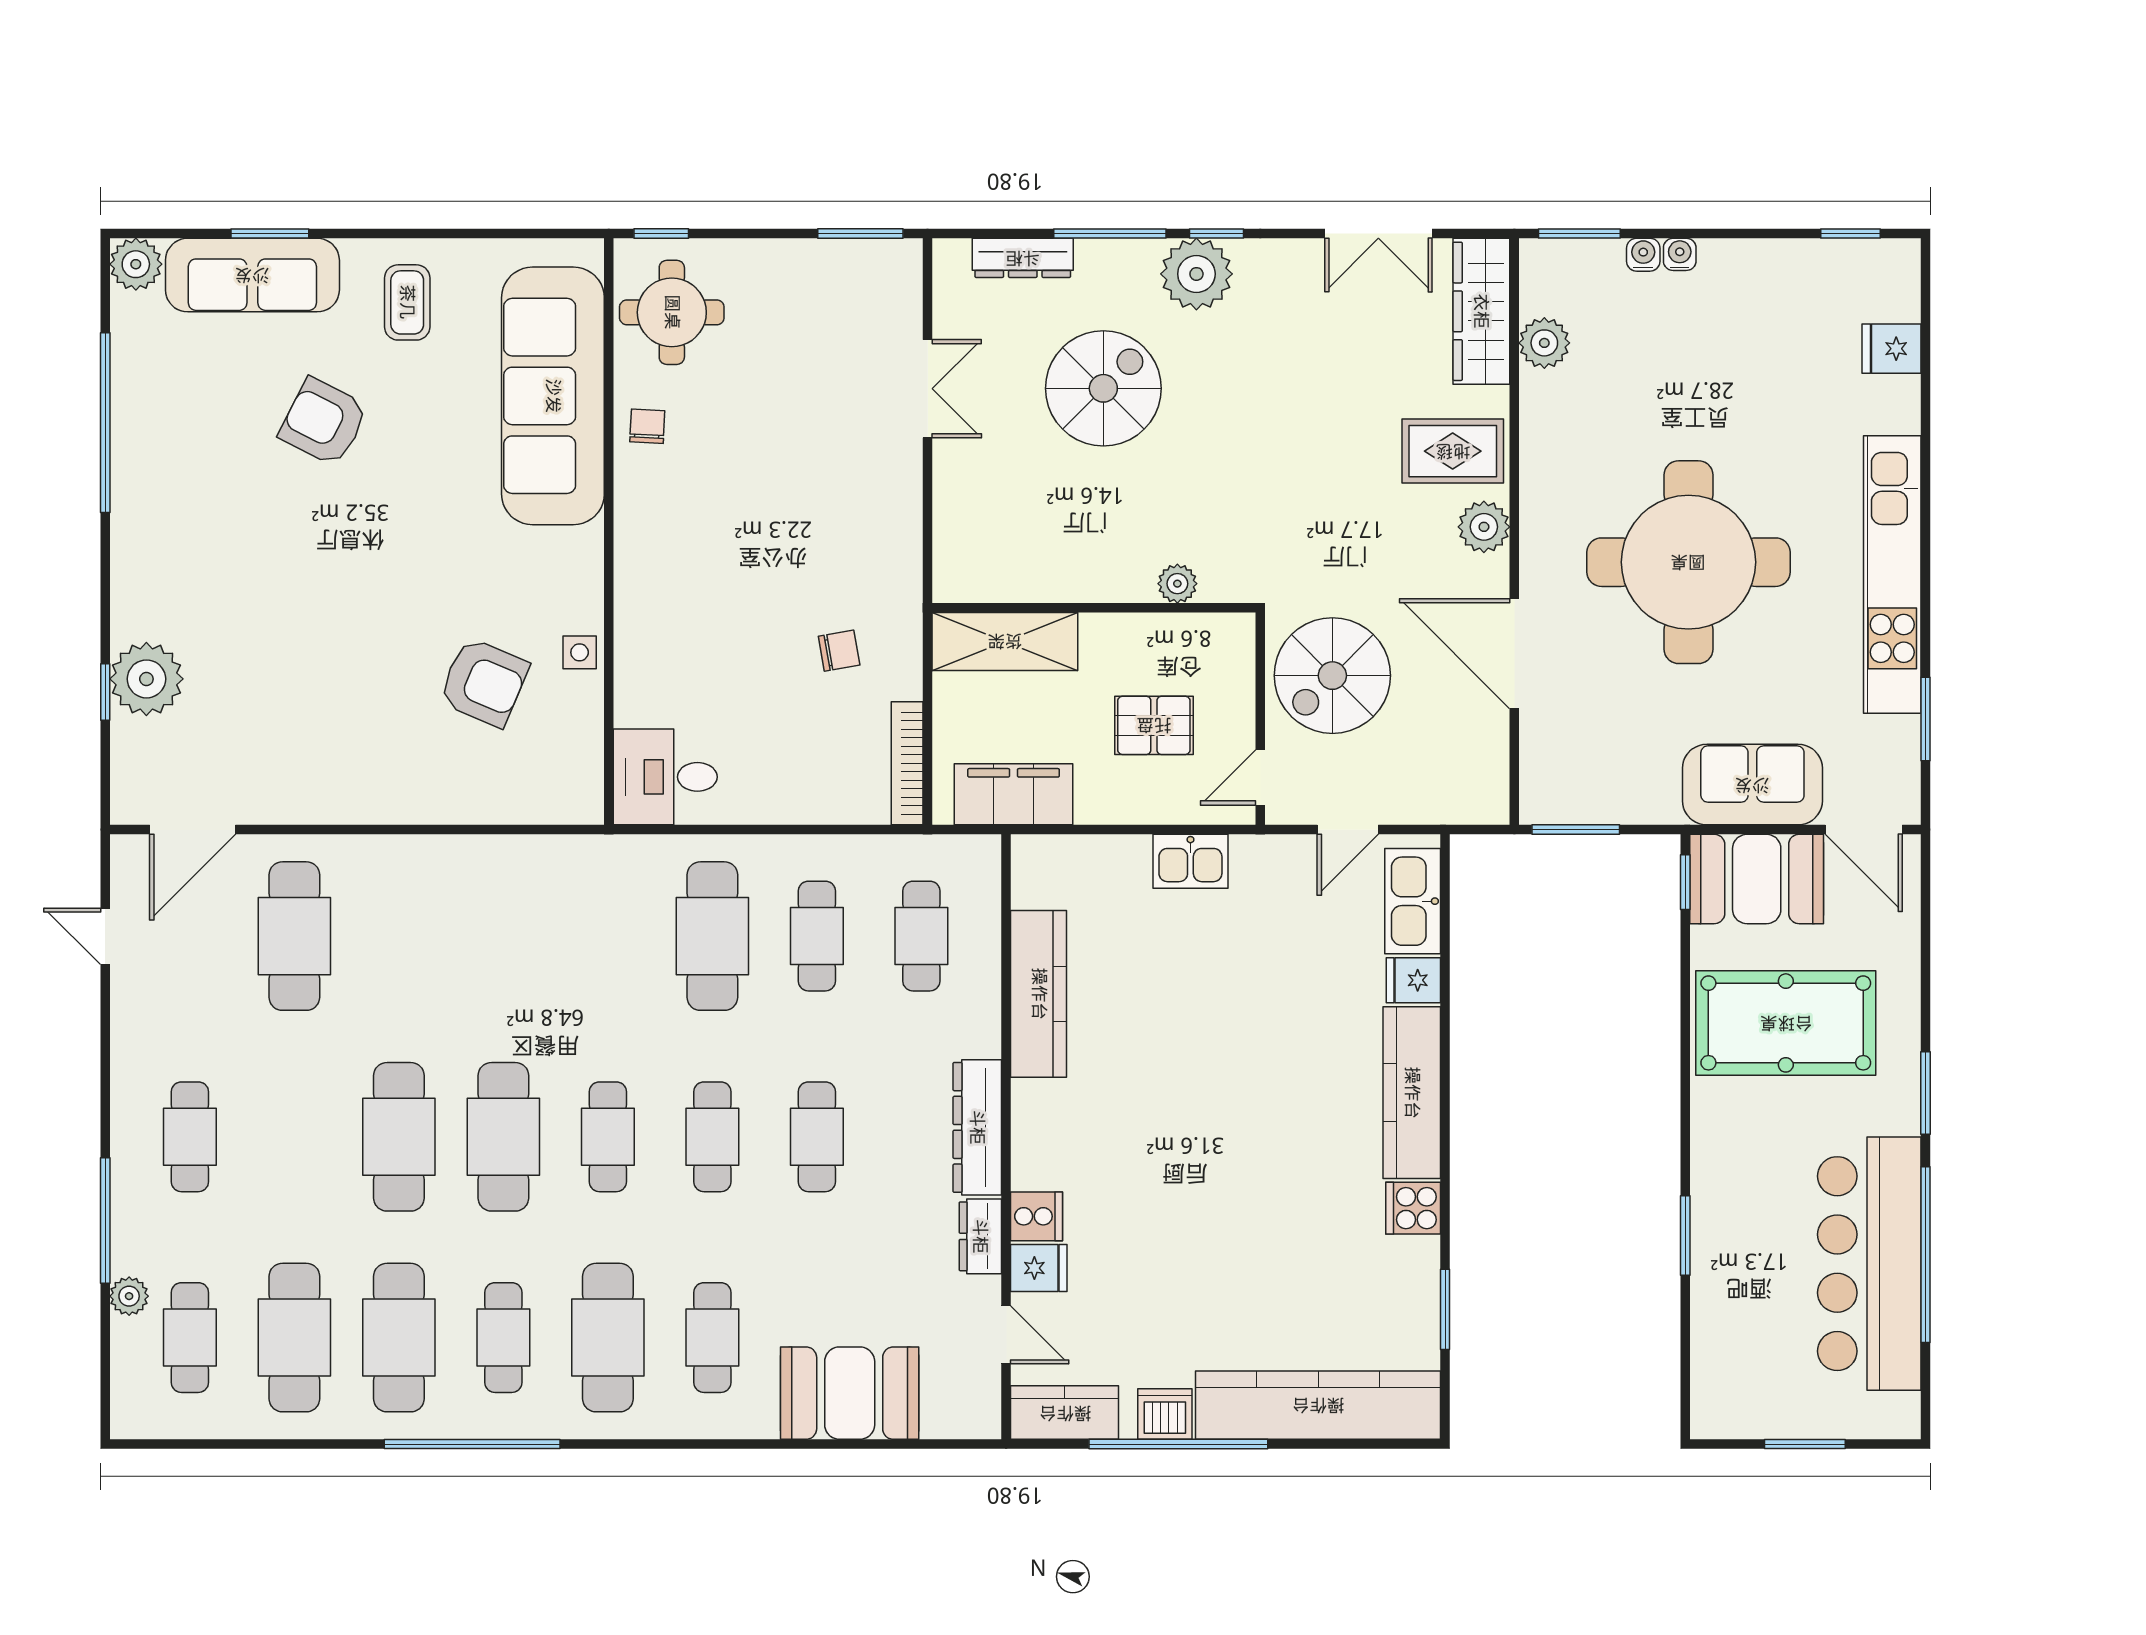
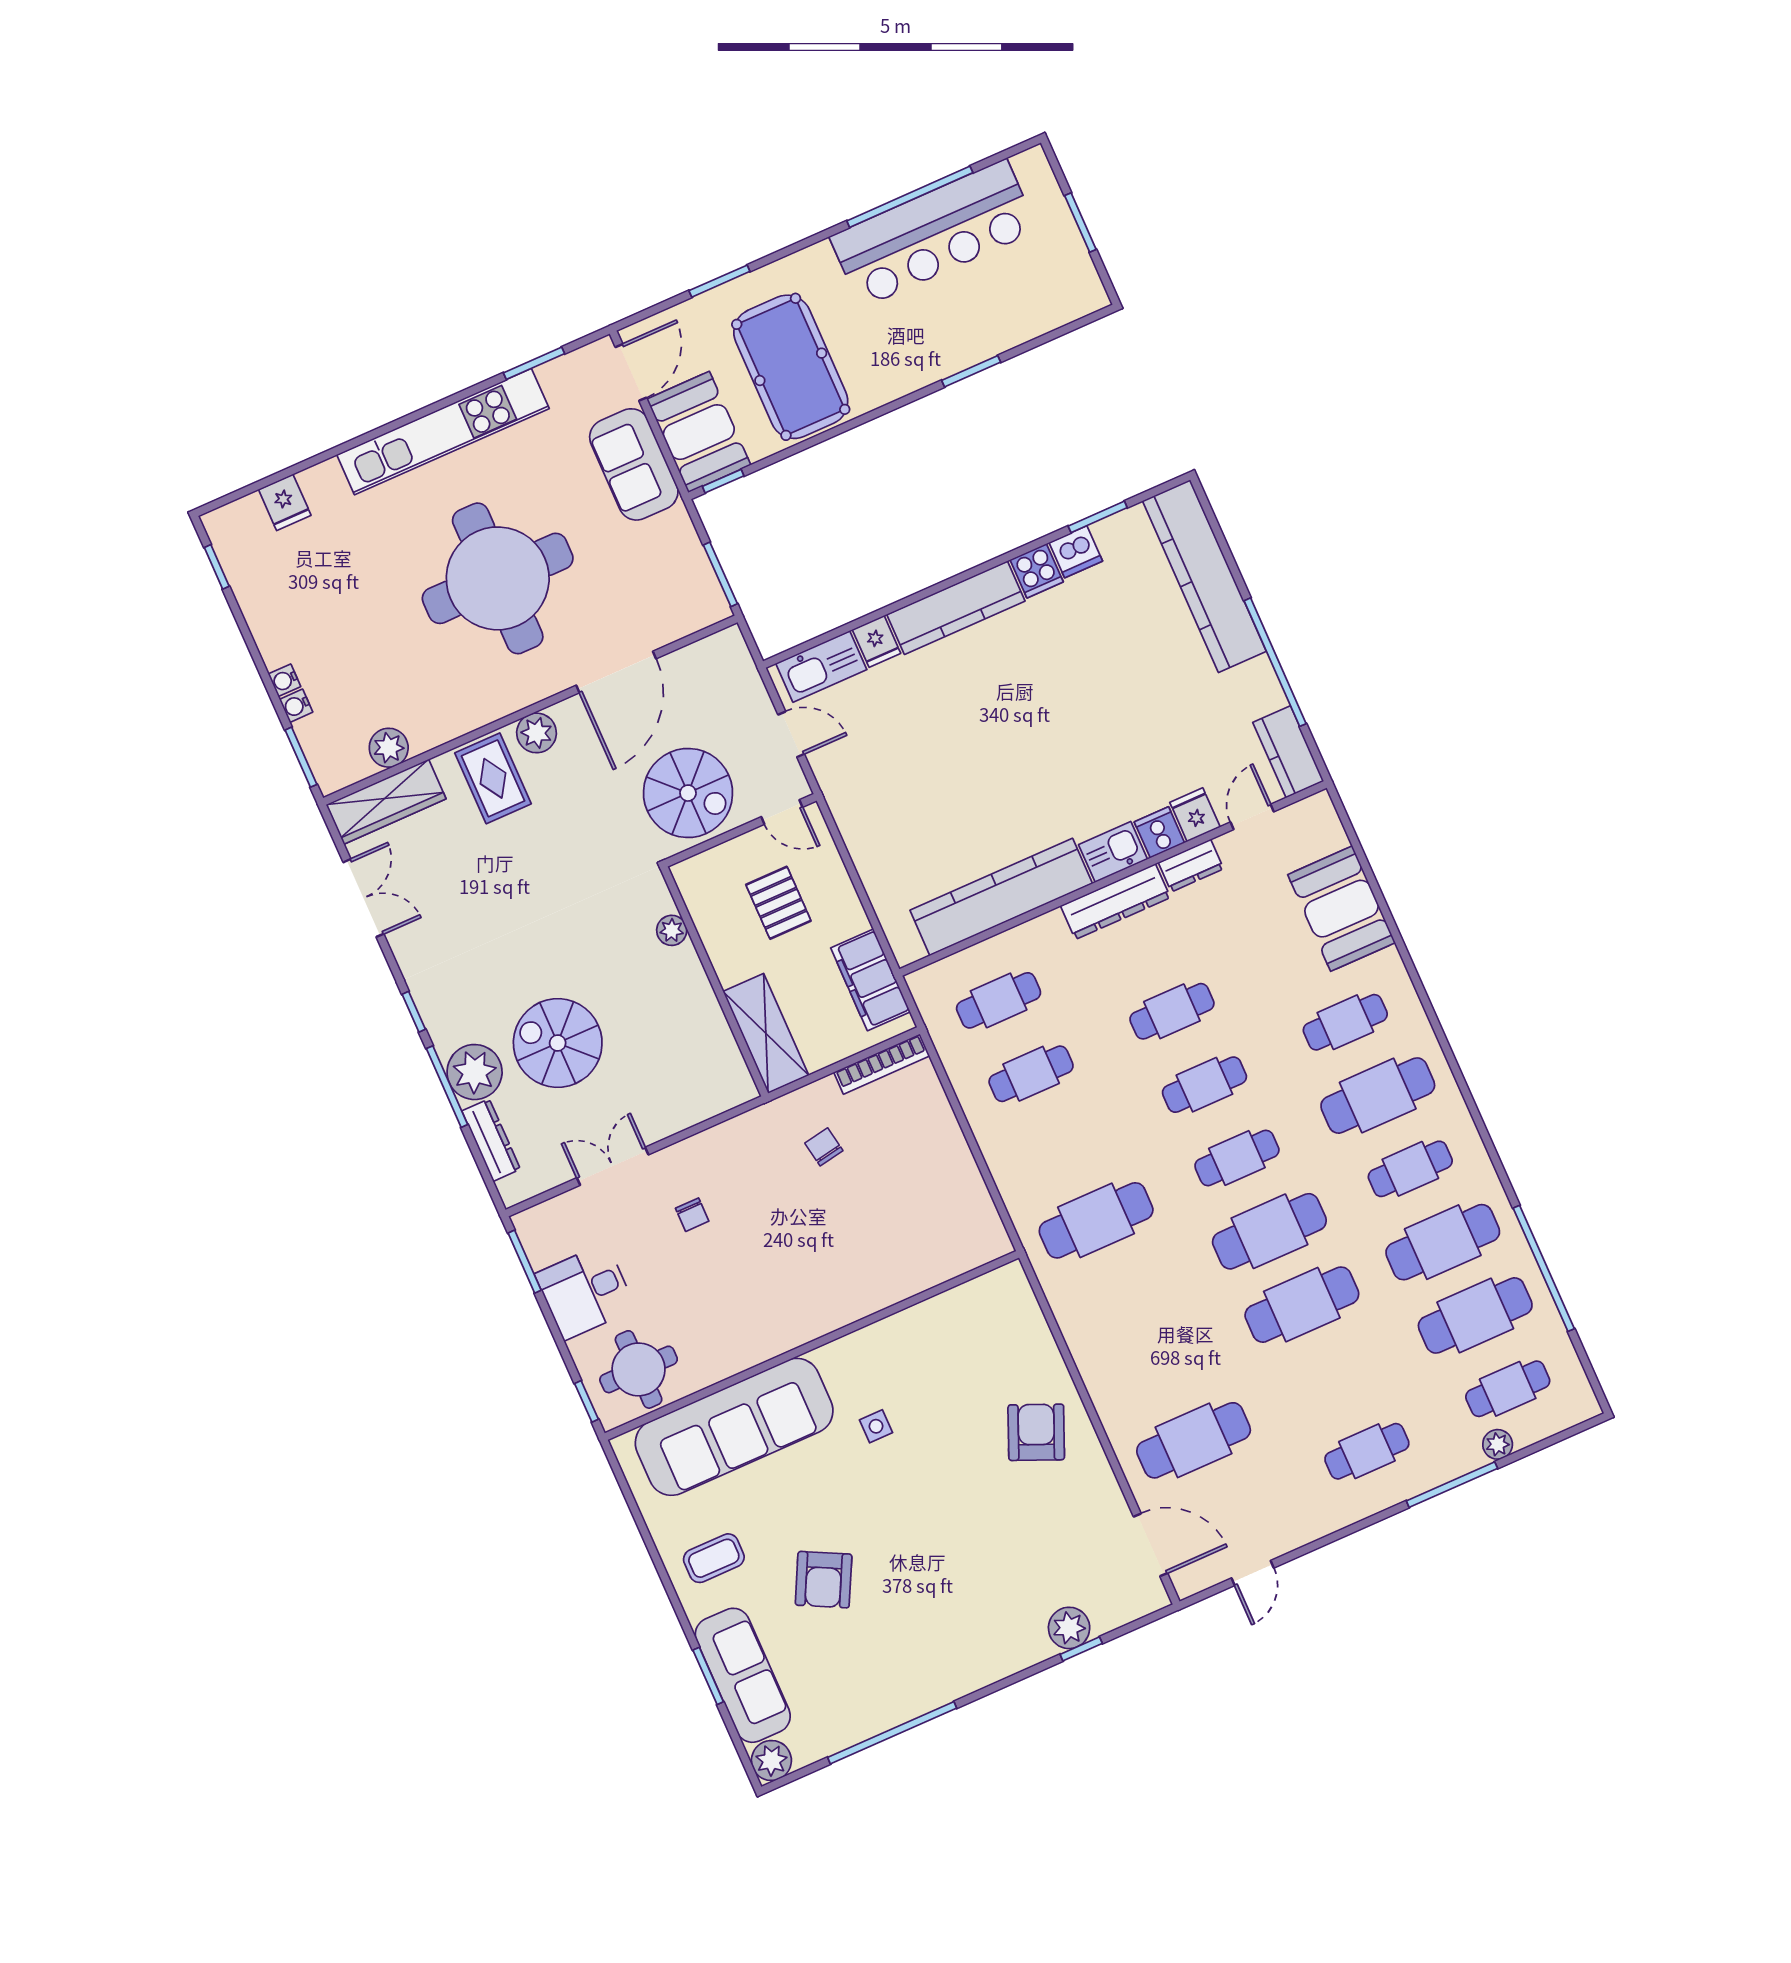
plant: (1196, 274) -> (475, 1072), moved
chair: (647, 426) -> (692, 1215), moved, turned -93
side table: (580, 652) -> (876, 1426), moved
plant: (146, 679) -> (1069, 1628), width x0.73, depth x0.73
armchair: (484, 682) -> (1036, 1432), moved
desk: (665, 777) -> (585, 1291), moved, turned 90
kitchen sink: (1190, 861) -> (1113, 852), moved, turned -90
cafe table: (712, 936) -> (1096, 1220), moved
kitchen counter: (1039, 994) -> (1001, 897), width x1.39, depth x1.17
window: (1926, 1093) -> (719, 281), moved
dishwasher: (1165, 1414) -> (1076, 552), moved, turned -90
window: (472, 1444) -> (1544, 1268), moved

